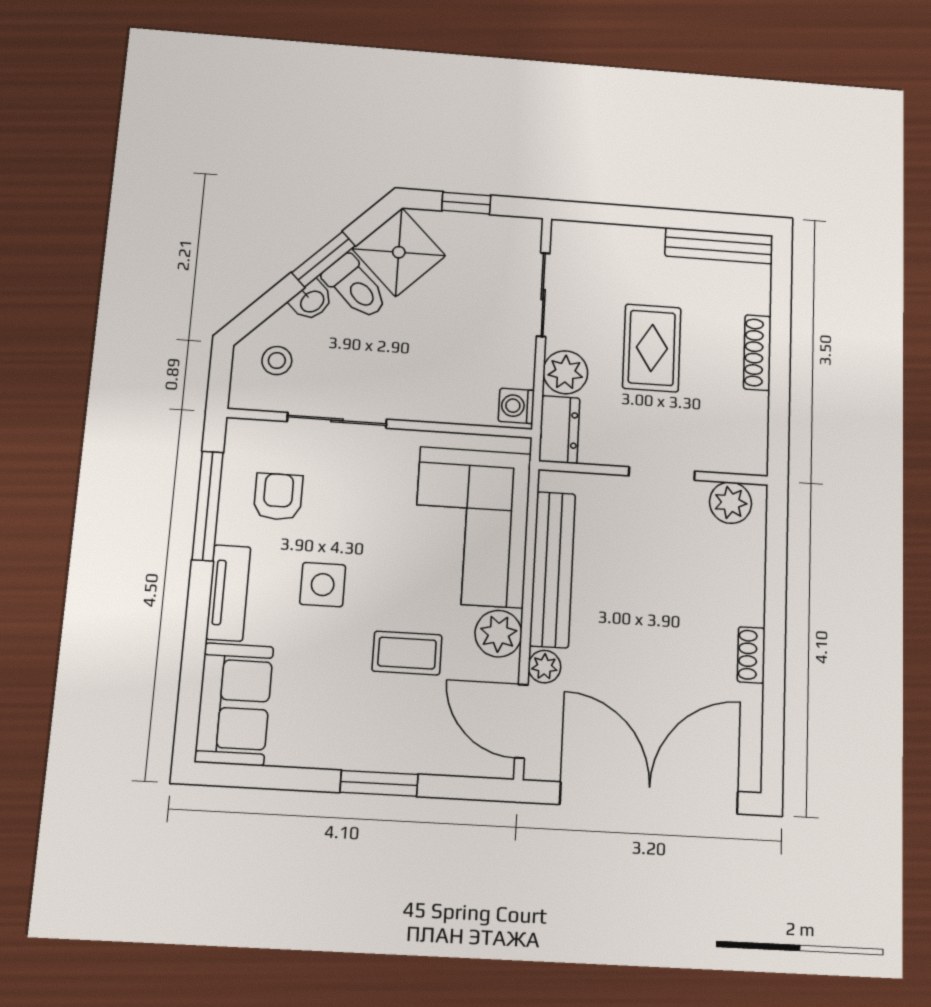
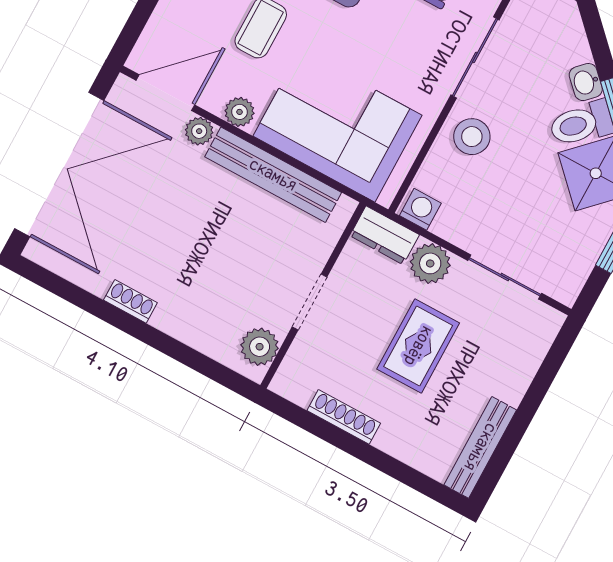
rug: (652, 348) -> (418, 346), turned 90
shoe rack: (757, 353) -> (344, 417), moved
stool: (277, 361) -> (472, 137), moved, width x1.37, depth x1.37
plant: (498, 634) -> (240, 112), width x0.73, depth x0.73

